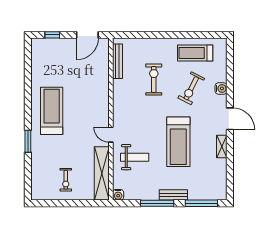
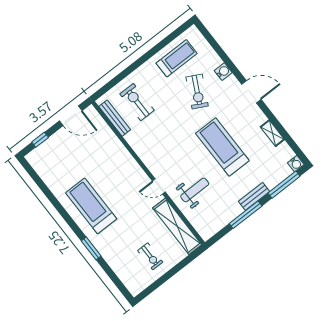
door: (87, 35) -> (71, 116), hinge flipped
treadmill: (195, 53) -> (177, 58), turned 180
exercise bike: (154, 80) -> (137, 102), moved
treadmill: (178, 142) -> (222, 147), turned 180
shelving: (222, 147) -> (272, 133), moved
water cooler: (118, 195) -> (296, 164), moved

